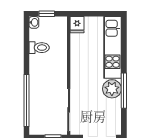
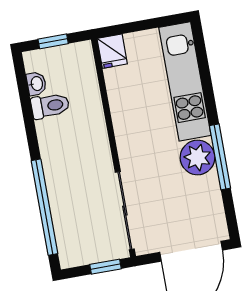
washbasin: (34, 22) -> (36, 84), moved

